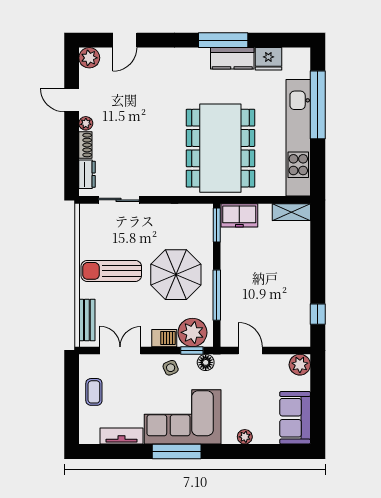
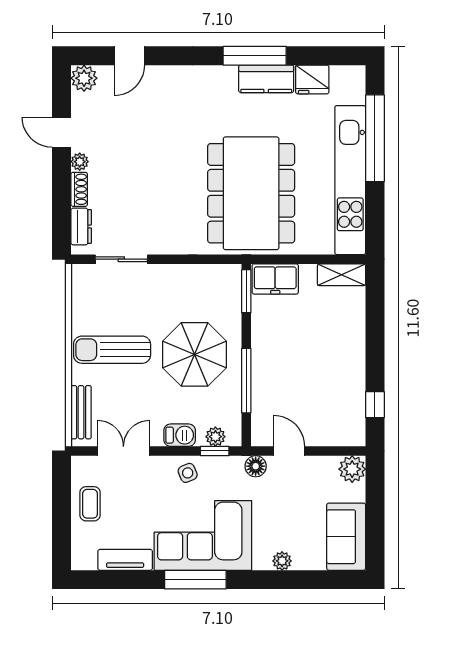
plant: (192, 332) -> (215, 437), width x0.53, depth x0.53
floor lamp: (206, 362) -> (256, 466), moved

